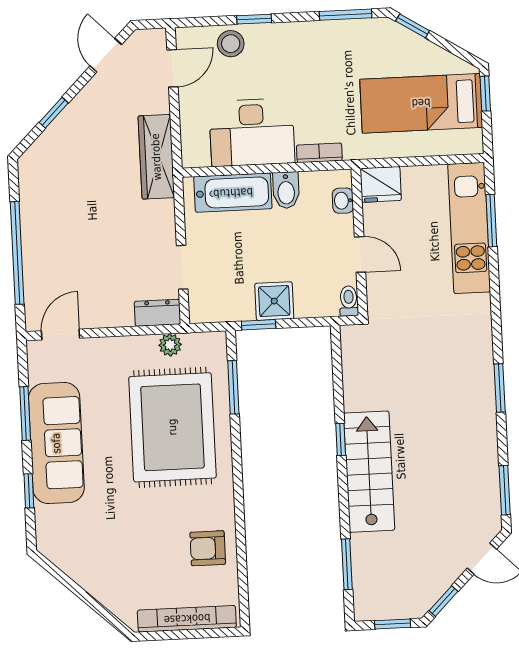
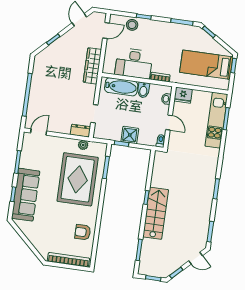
sofa: (56, 443) -> (26, 195), moved

